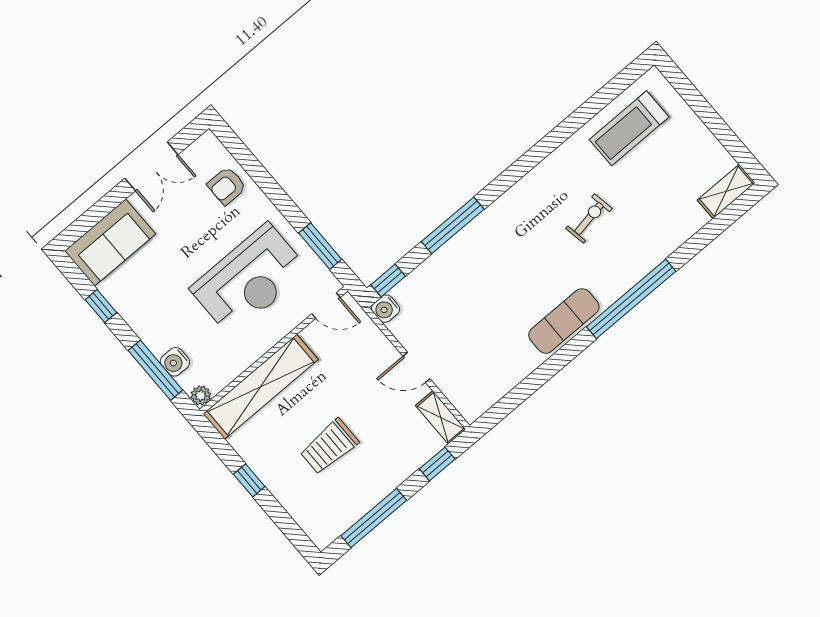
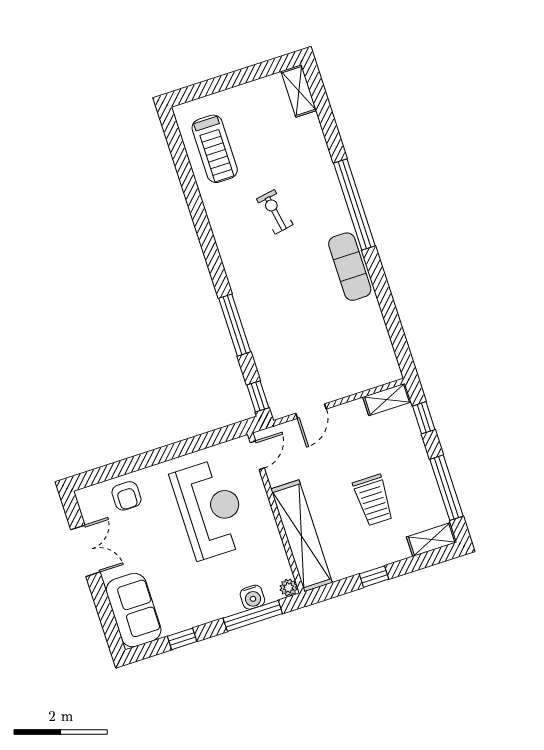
window: (320, 246) -> (207, 440), removed
water cooler: (386, 309) -> (280, 408), removed
door: (416, 367) -> (311, 411), moved
shelving: (313, 525) -> (432, 540), added

